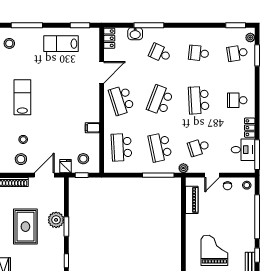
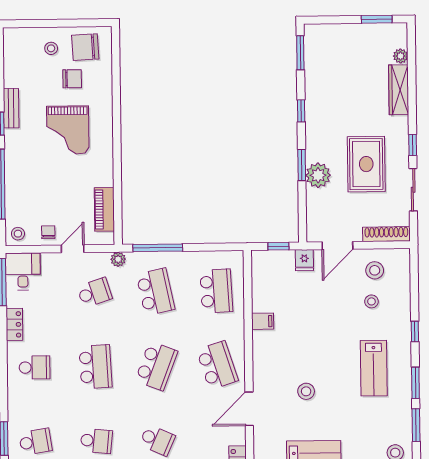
desk: (243, 150) -> (23, 272), moved, turned 90
stool: (83, 159) -> (306, 391), moved

